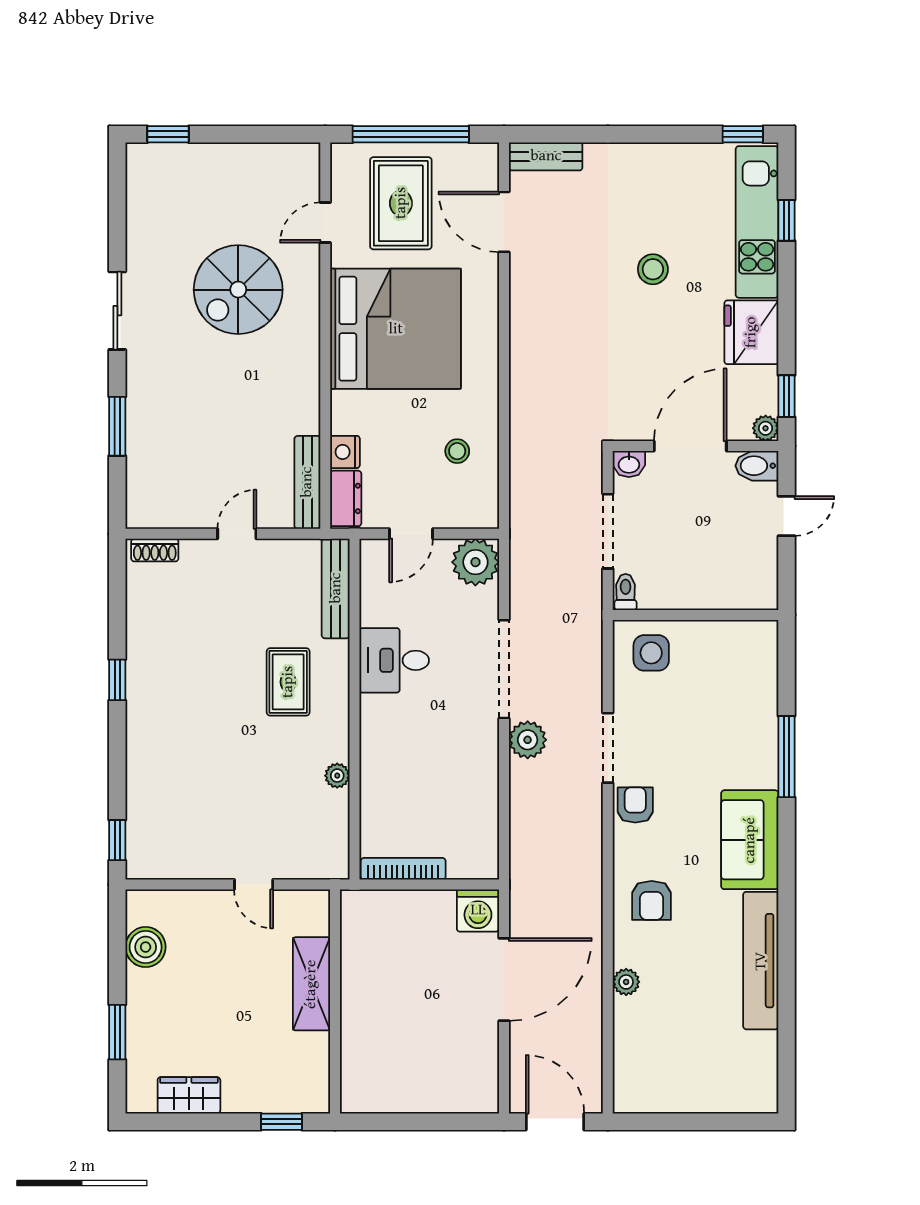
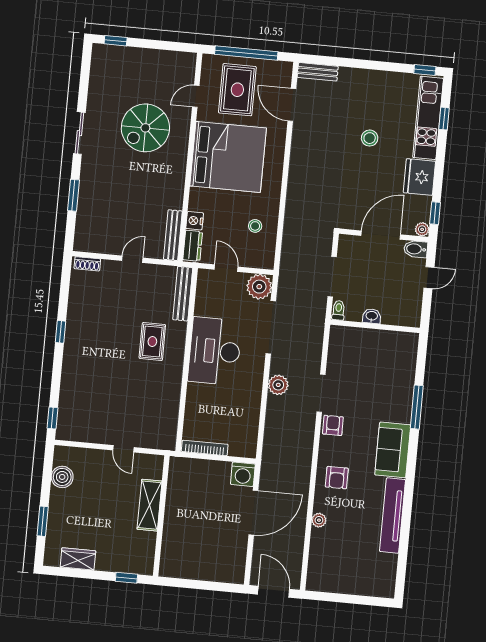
washbasin: (629, 464) -> (372, 316), moved, turned 180
door: (411, 534) -> (226, 268), swing flipped
side table: (651, 653) -> (349, 344), removed
desk: (394, 660) -> (215, 351), width x1.87, depth x1.30
doorway: (504, 669) -> (271, 327), moved
plant: (337, 776) -> (174, 394), removed

